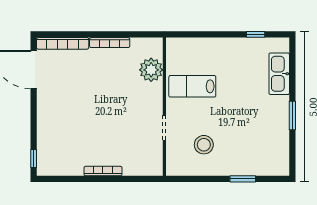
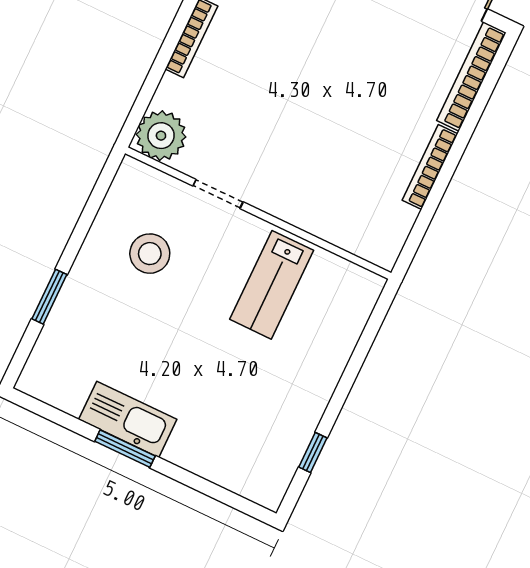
plant: (151, 70) -> (161, 136), moved
kitchen sink: (279, 74) -> (128, 419), moved
lab bench: (192, 86) -> (272, 285), turned 180

